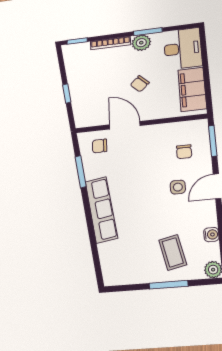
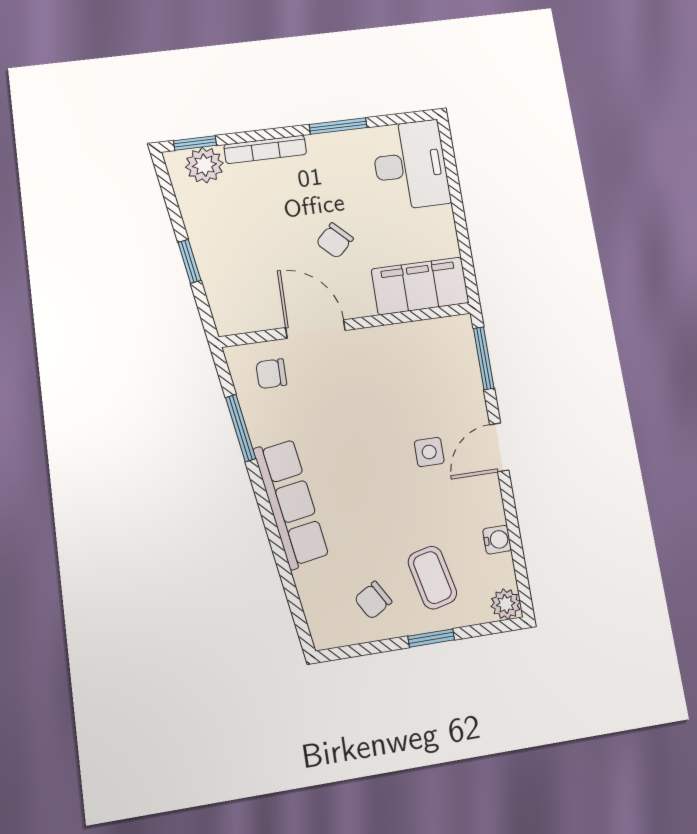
plant: (141, 43) -> (204, 165), moved
filing cabinet: (192, 89) -> (420, 286), moved, turned 90
chair: (184, 152) -> (373, 600), moved, turned 59
window: (169, 285) -> (431, 638), width x0.67

